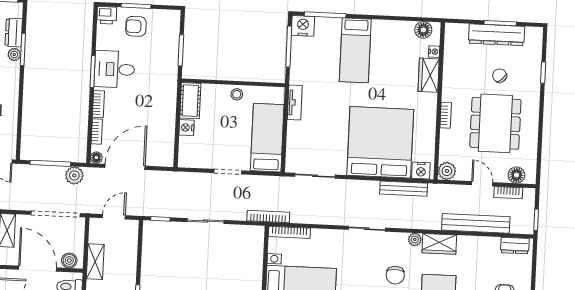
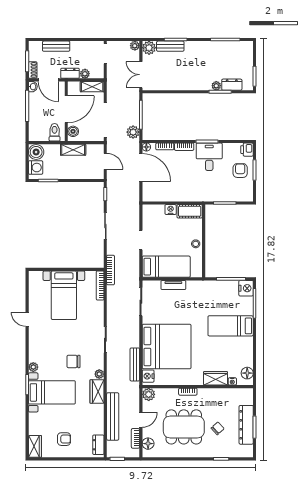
tv unit: (295, 103) -> (173, 285), moved

